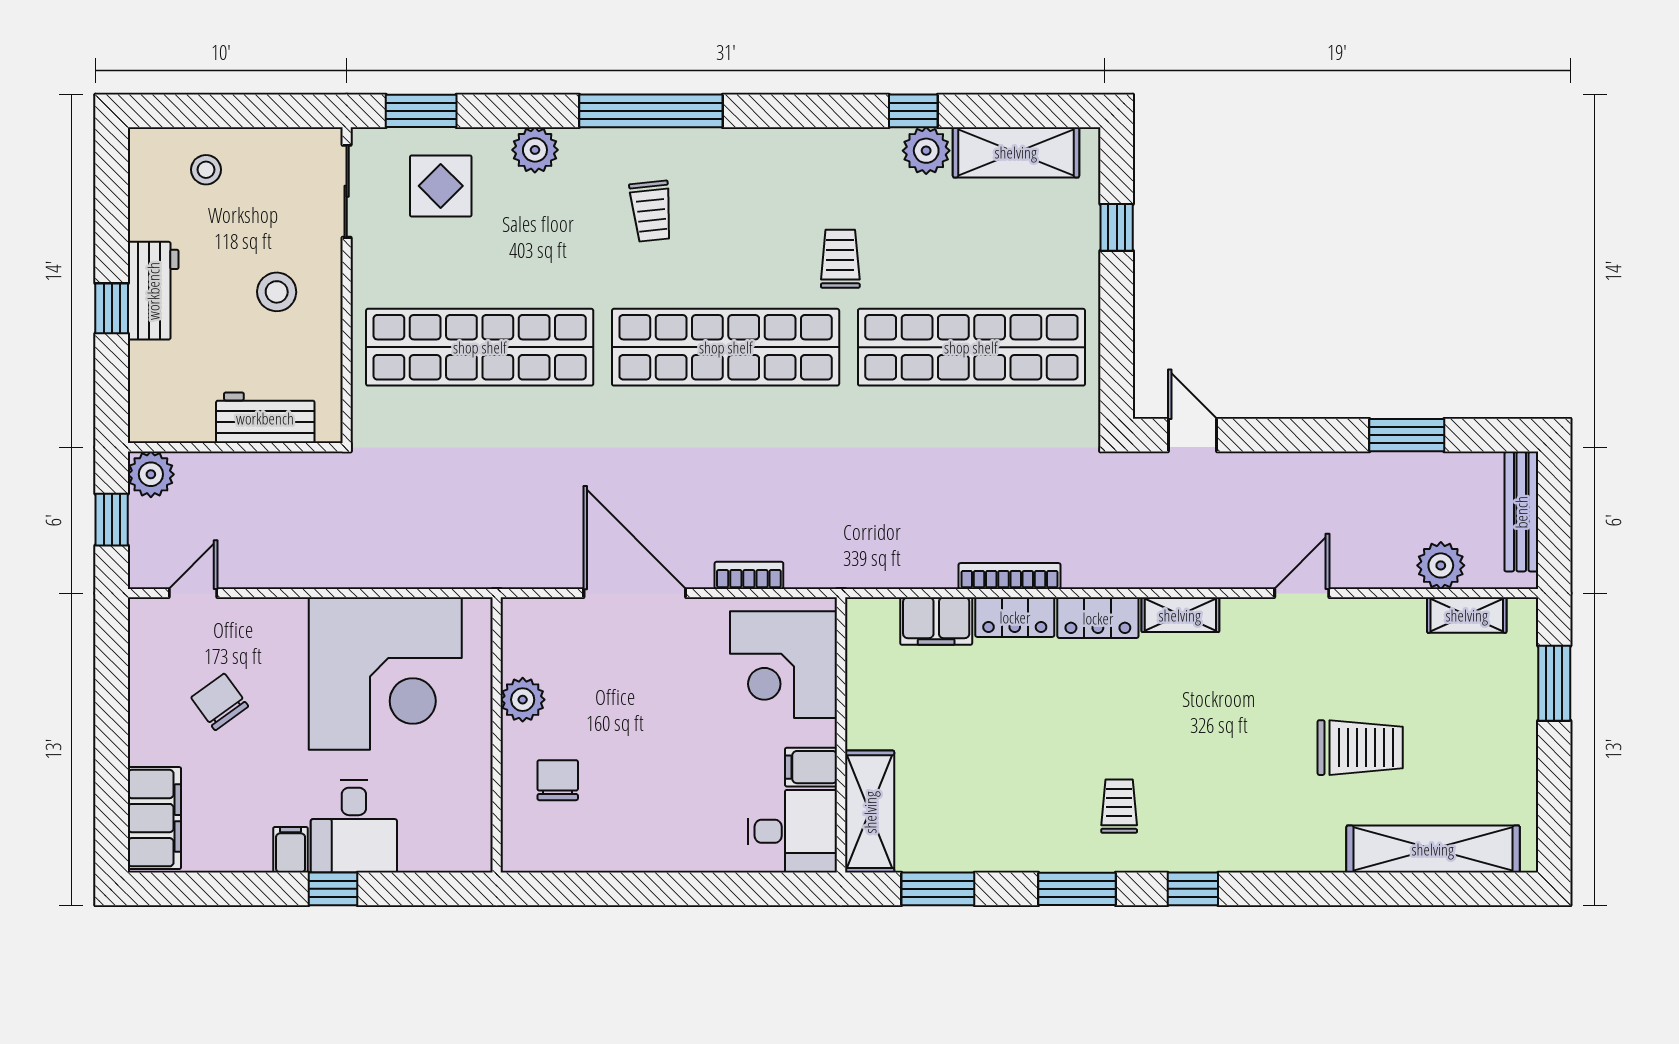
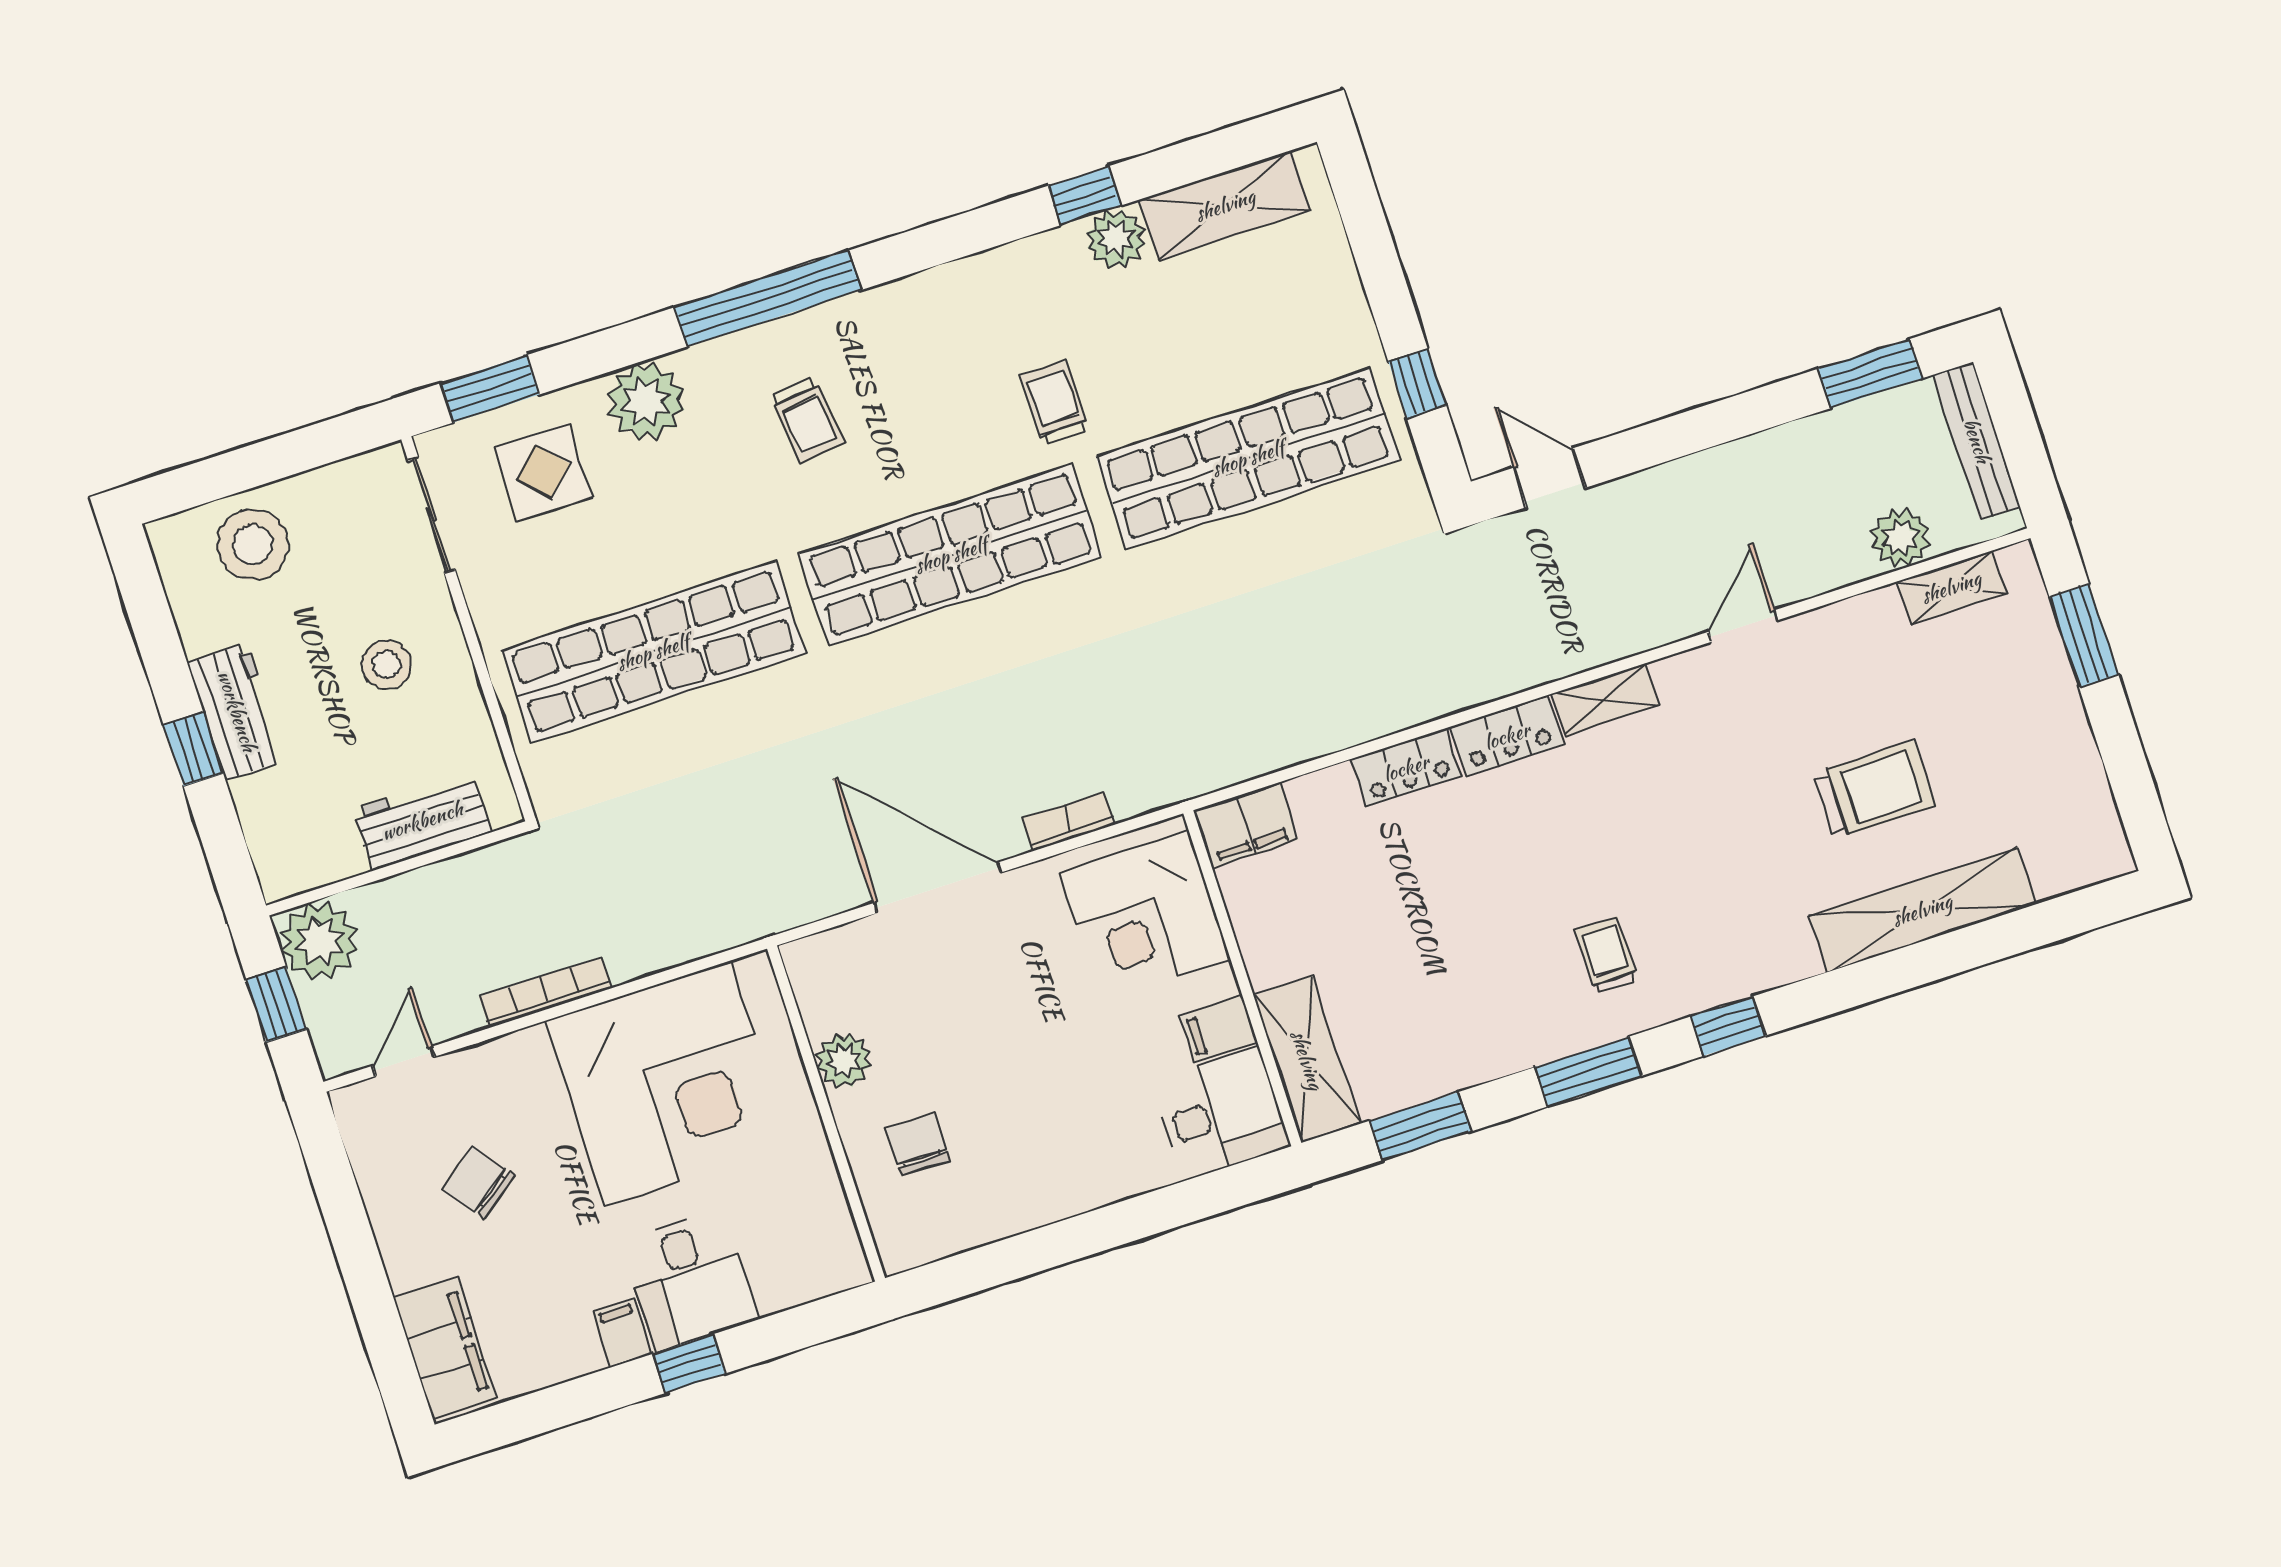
plant: (535, 150) -> (646, 401), width x1.36, depth x1.36
stool: (206, 170) -> (253, 545), width x1.89, depth x1.89
window: (1117, 227) -> (1417, 383), moved
window: (1407, 435) -> (1870, 374), moved
plant: (151, 474) -> (319, 941), width x1.36, depth x1.36
bookcase: (1010, 576) -> (545, 992), moved
filing cabinet: (936, 621) -> (1246, 825), moved
shelving: (1433, 849) -> (1922, 910), moved

